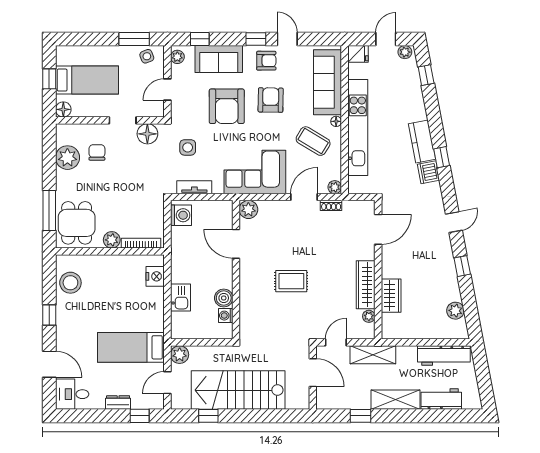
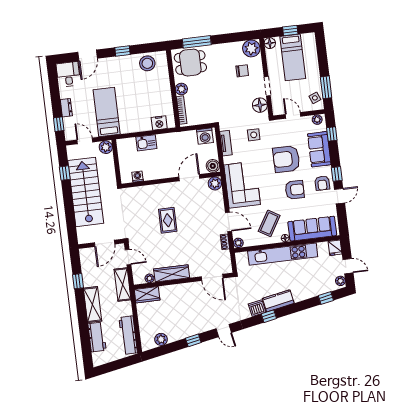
plant: (67, 158) -> (251, 48), moved
wardrobe: (391, 296) -> (147, 295), moved
boiler: (224, 298) -> (213, 166), moved

